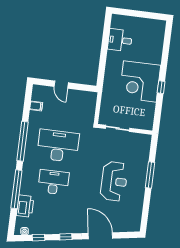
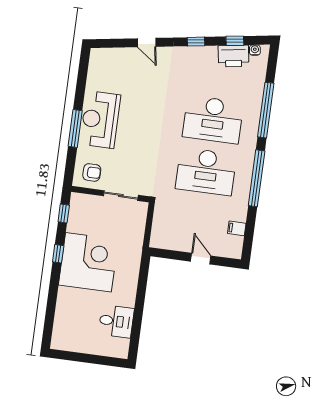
window: (158, 115) -> (64, 213), added
armchair: (138, 144) -> (92, 172), added
reception desk: (114, 181) -> (100, 120), moved
desk: (53, 182) -> (213, 120), width x1.36, depth x1.30
printer: (25, 206) -> (233, 56), moved, turned -99
door: (100, 236) -> (147, 43), width x0.53

